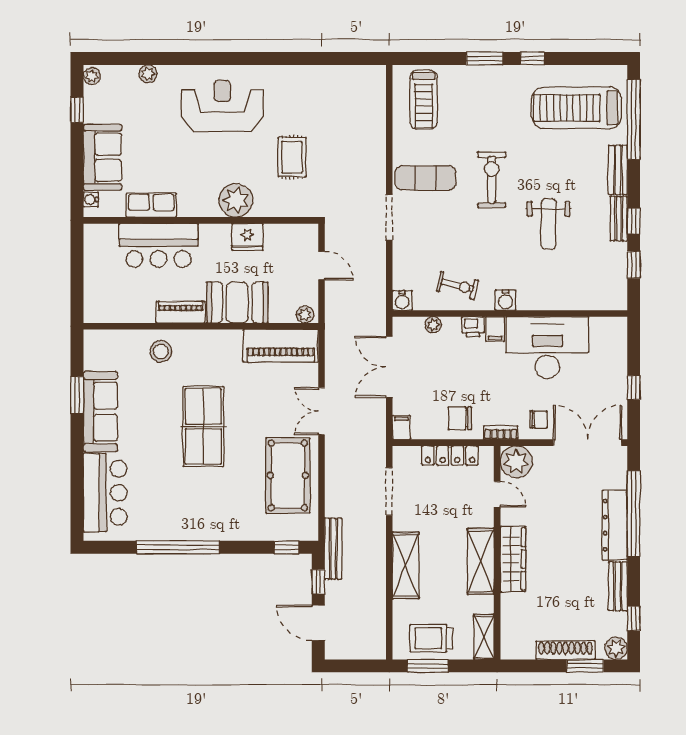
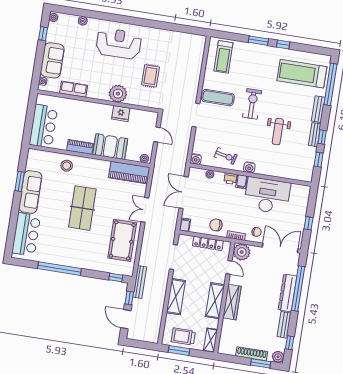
bar counter: (159, 245) -> (43, 126), moved, turned -90

